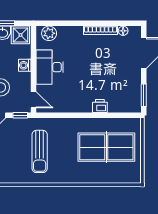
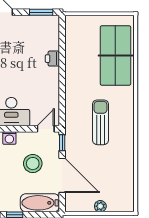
table tennis table: (106, 147) -> (115, 56), moved
sun lounger: (40, 151) -> (100, 122), turned -90

